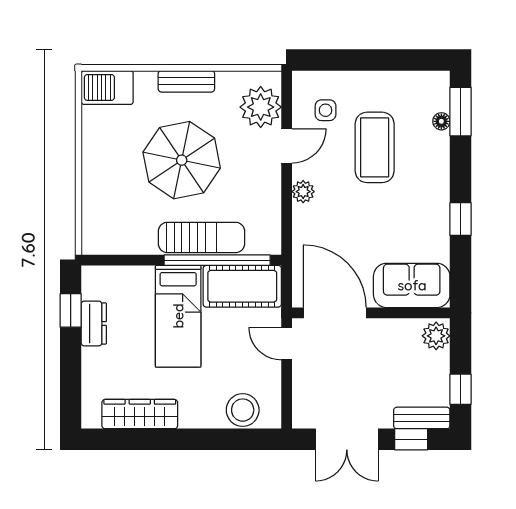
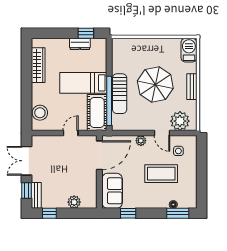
sofa: (412, 285) -> (112, 191), moved
door: (335, 313) -> (99, 155), moved
wall: (371, 313) -> (99, 172), moved

